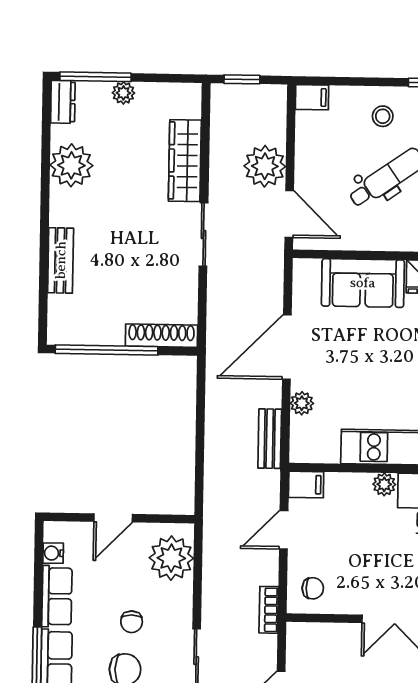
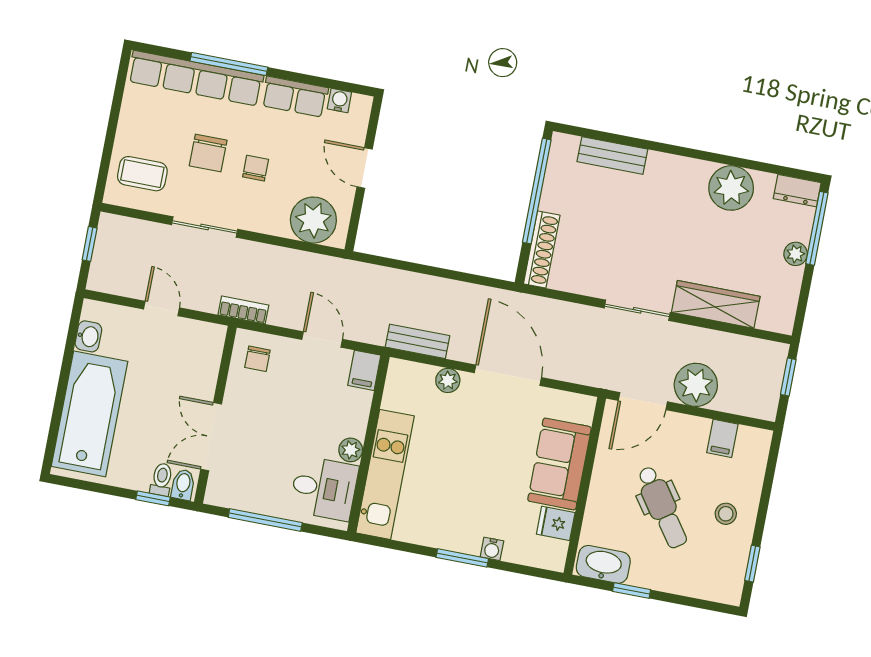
filing cabinet: (312, 97) -> (722, 438), moved
bench: (61, 260) -> (612, 155), moved
chair: (132, 622) -> (256, 168), turned 90

